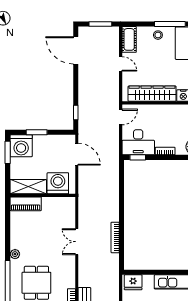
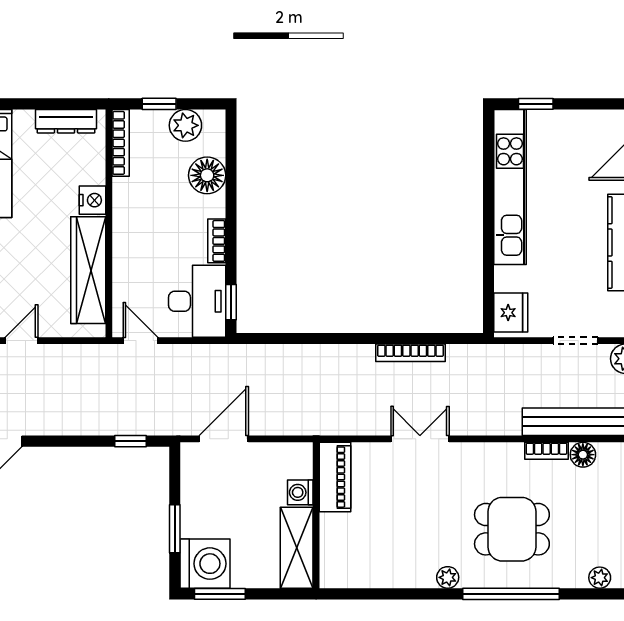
washing machine: (58, 183) -> (300, 492), width x0.53, depth x0.53
piano: (26, 204) -> (335, 477), moved
double door: (77, 242) -> (420, 439), swing flipped

